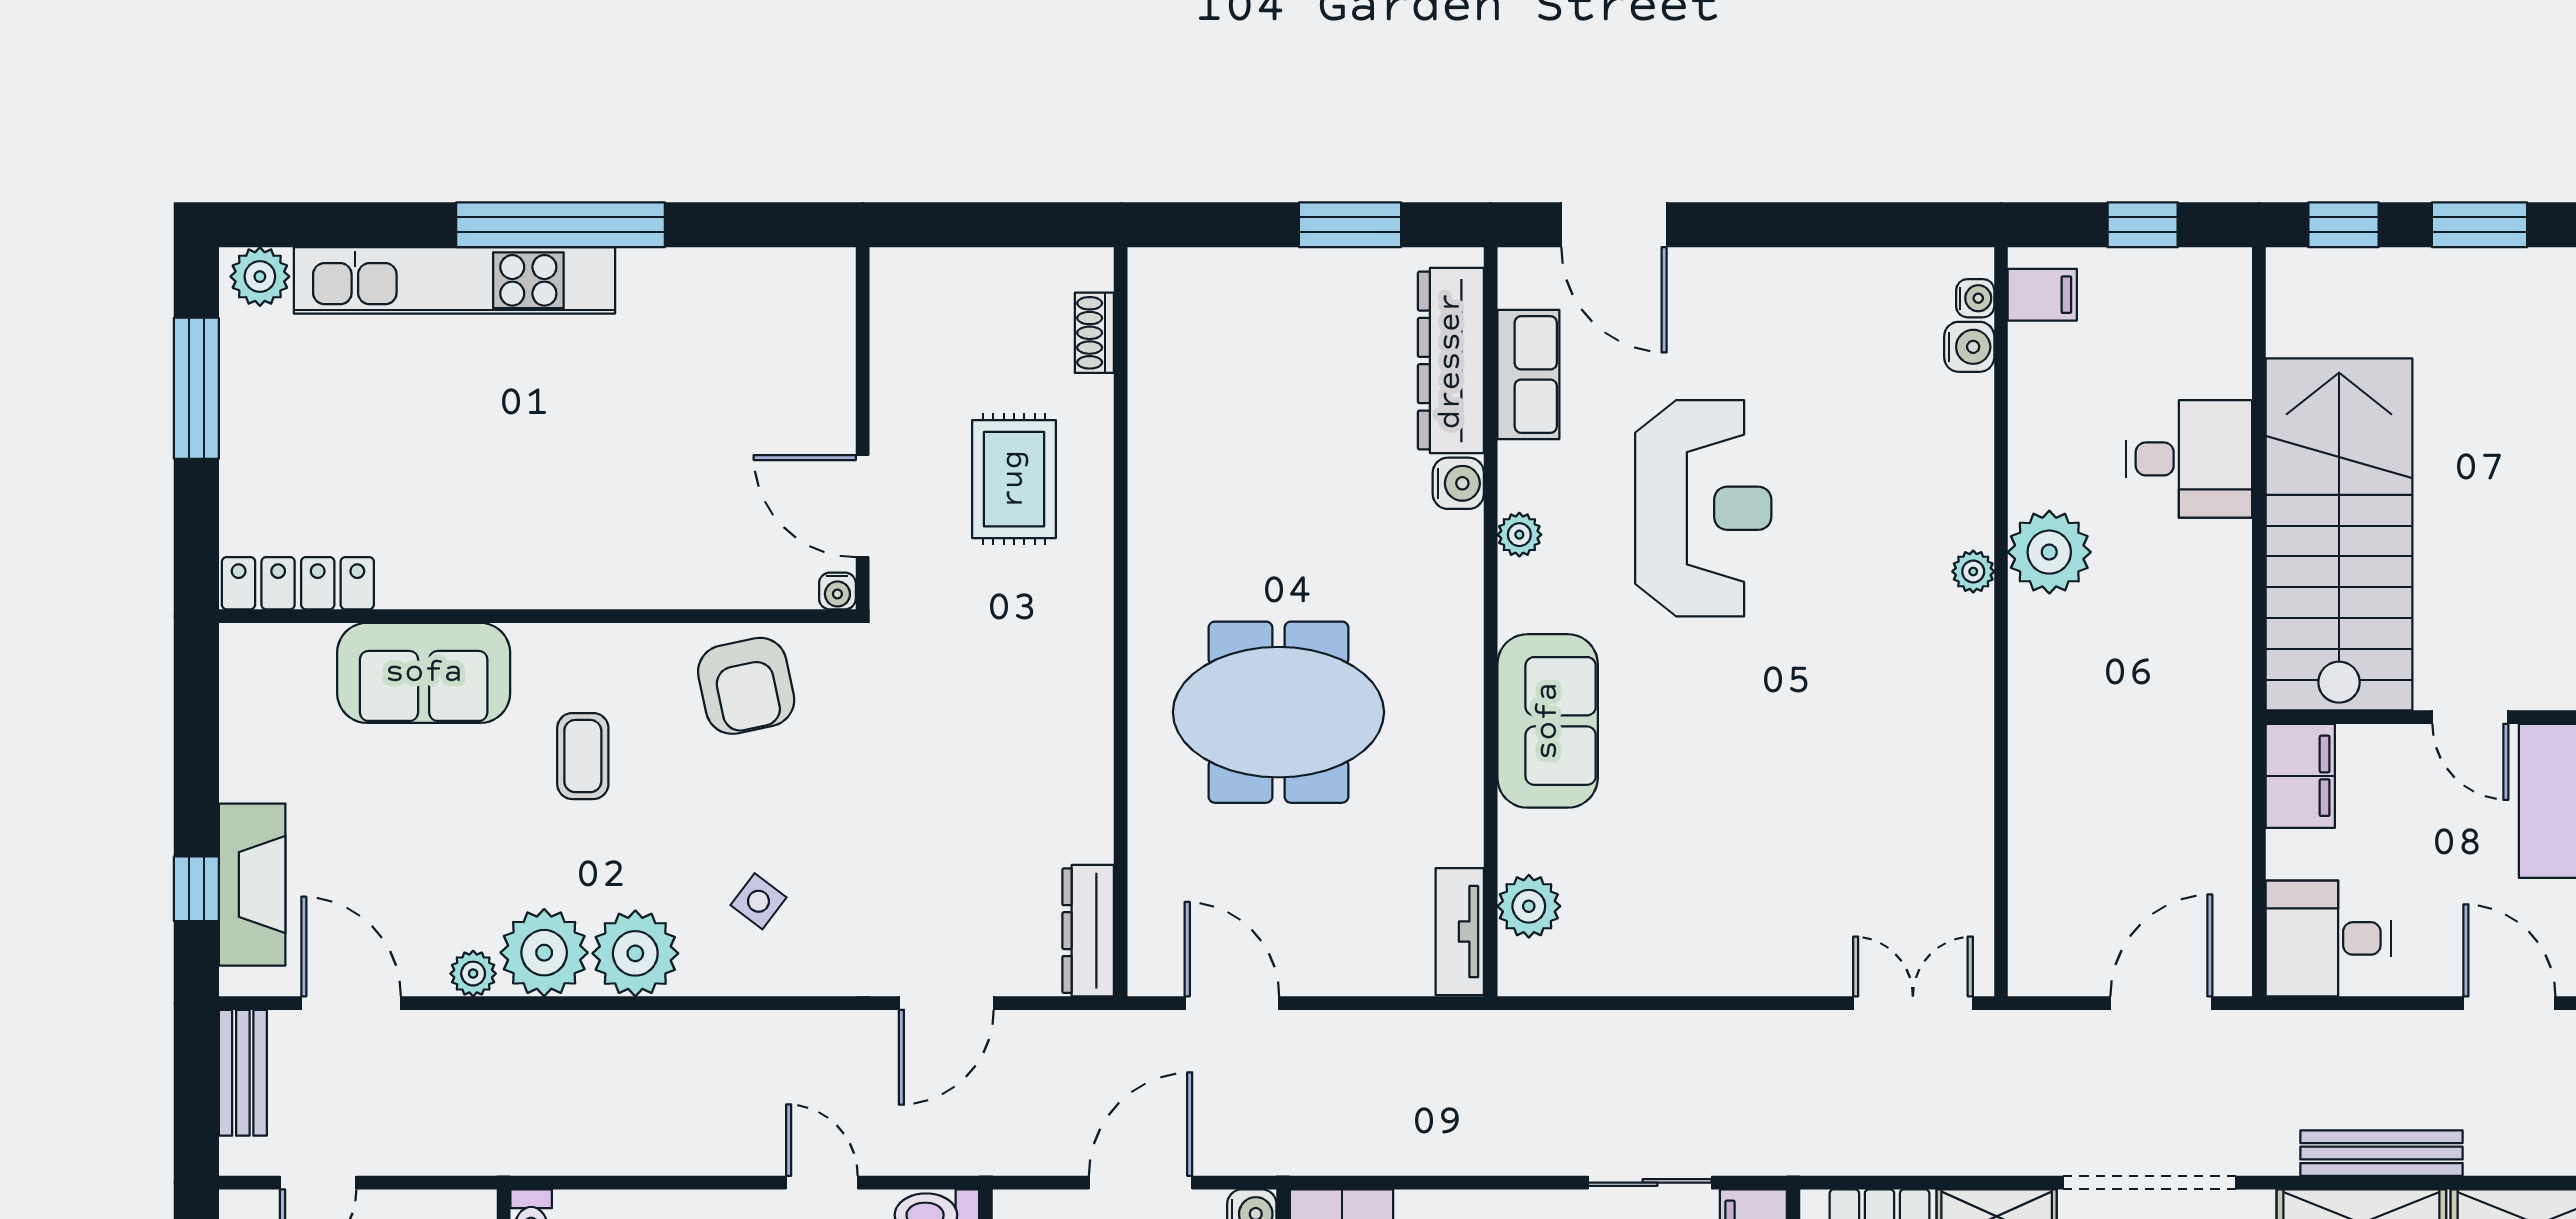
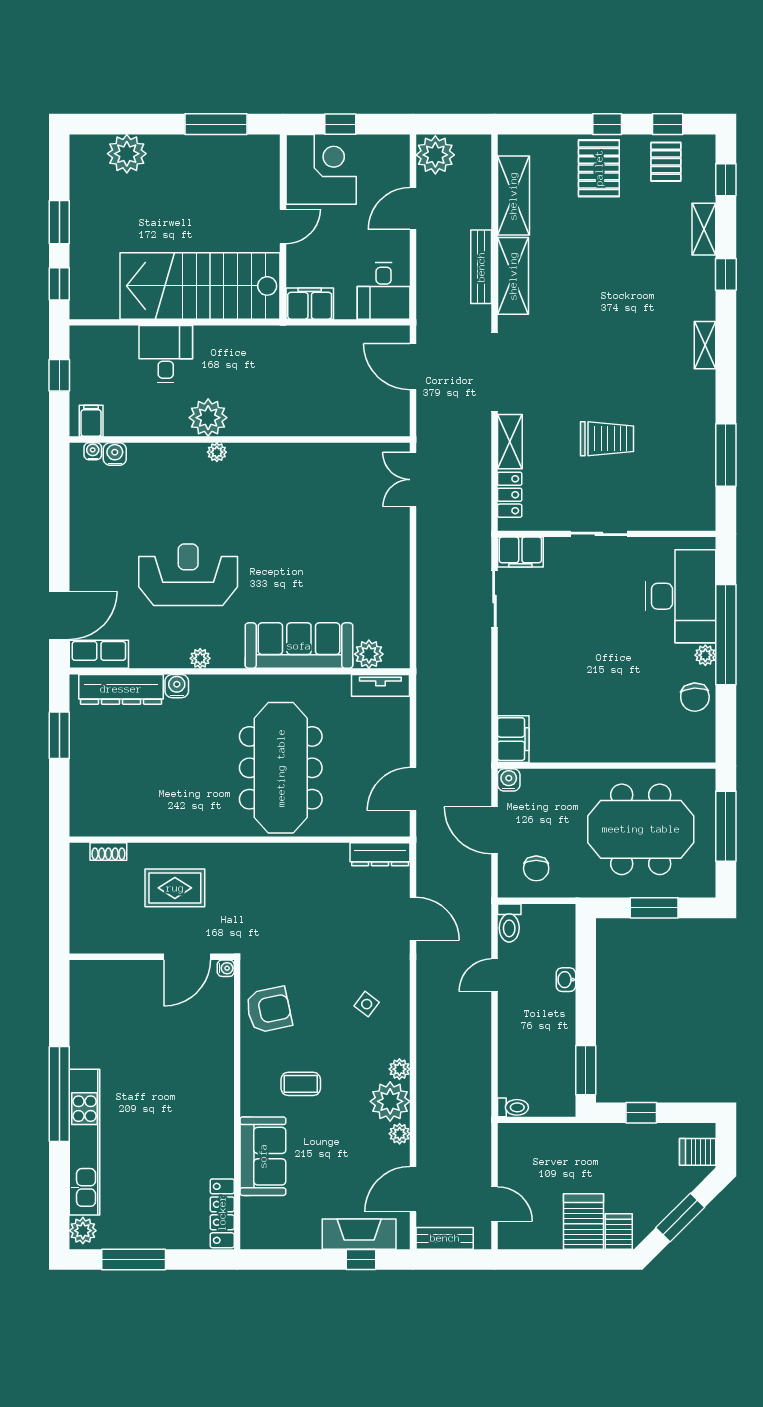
row of seats: (1528, 374) -> (99, 654), moved
meeting table: (1278, 712) -> (281, 768), width x1.36
sofa: (1548, 721) -> (299, 646), width x1.36
plant: (635, 953) -> (399, 1069), width x0.53, depth x0.53

